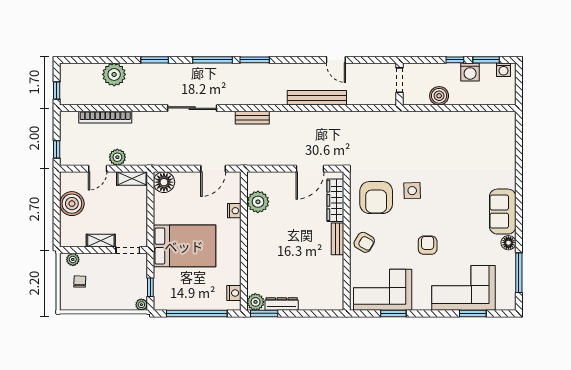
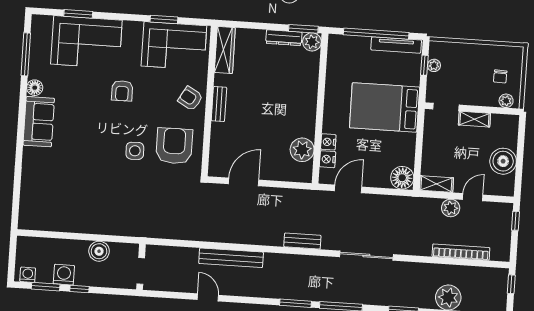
wardrobe: (335, 200) -> (225, 50), moved
nightstand: (234, 293) -> (328, 159), moved
tv unit: (178, 304) -> (396, 45), added
plant: (141, 305) -> (434, 65), moved

